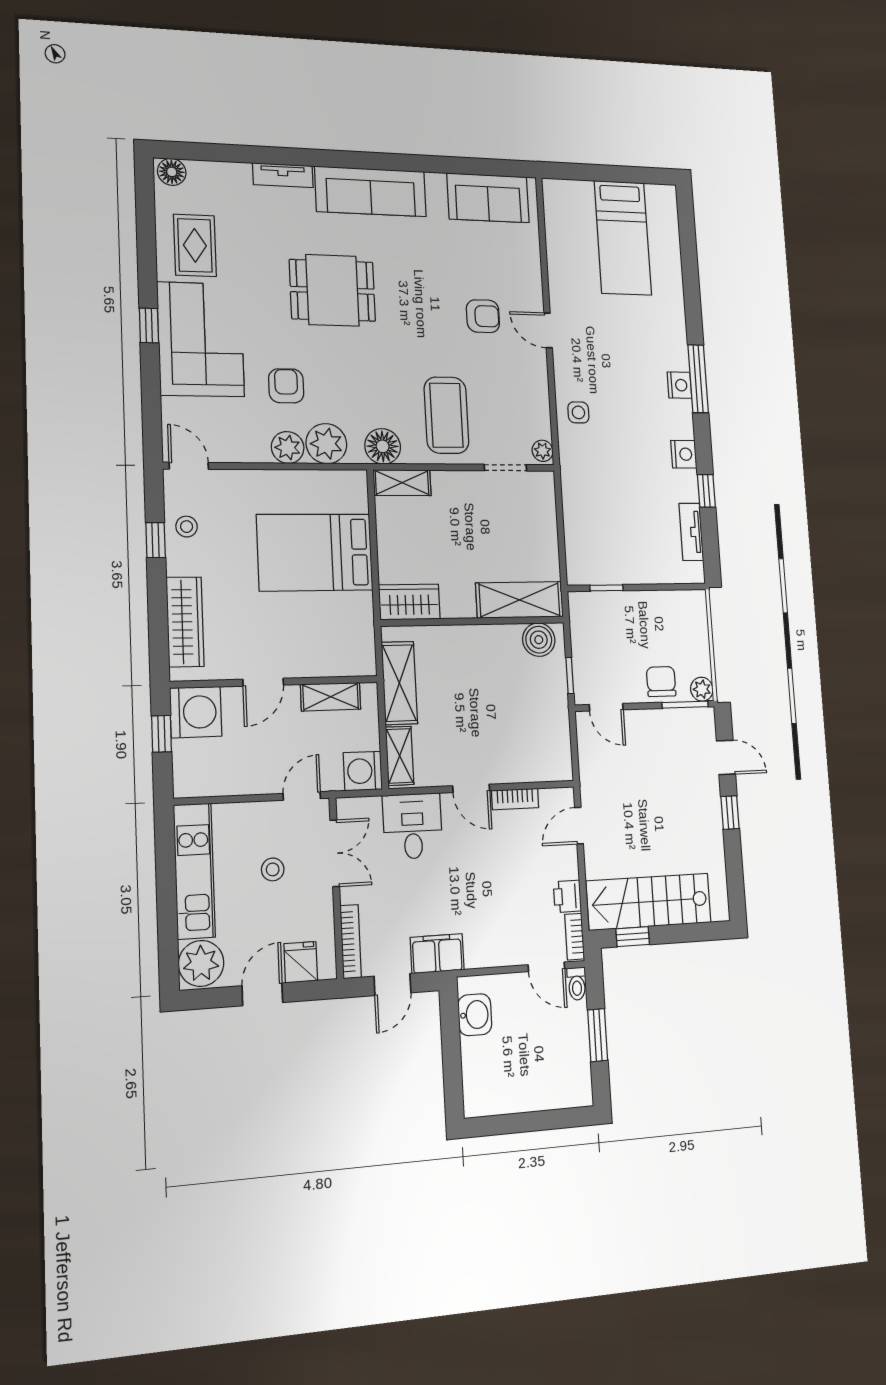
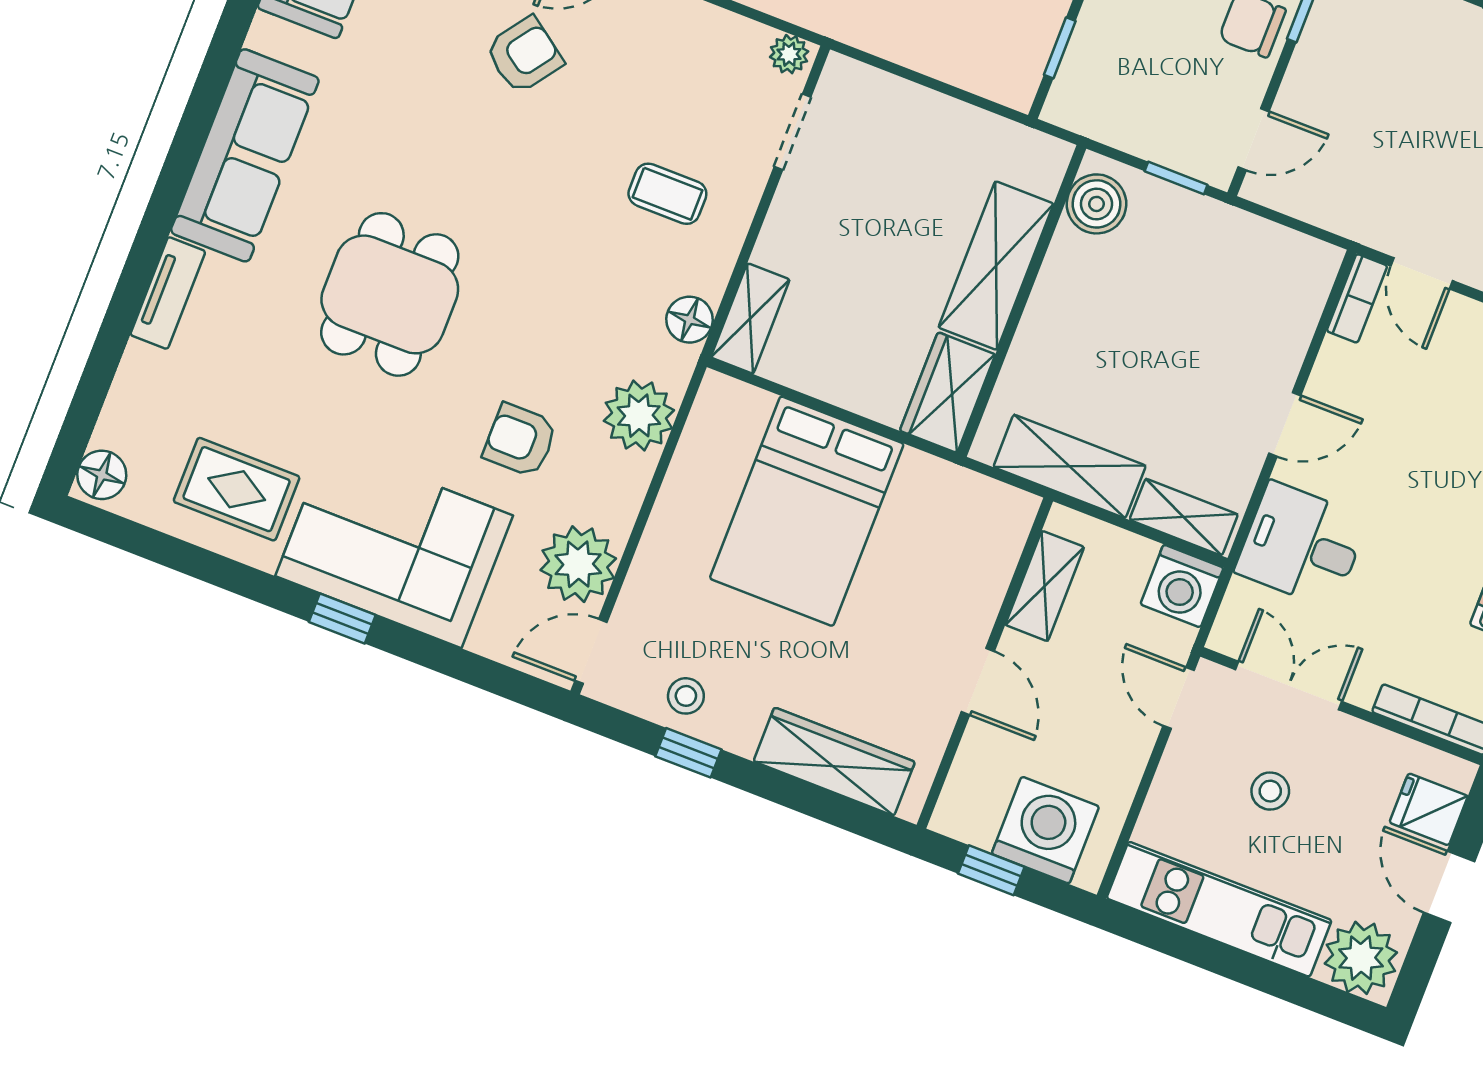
armchair: (483, 316) -> (524, 55), turned 36
coffee table: (446, 415) -> (667, 194), width x0.54, depth x0.58
floor lamp: (383, 446) -> (690, 320), width x0.73, depth x0.73
plant: (288, 447) -> (578, 564), moved, width x1.36, depth x1.36
shelving: (520, 600) -> (996, 266), moved
washing machine: (196, 712) -> (1045, 830), moved
bookcase: (515, 799) -> (1357, 298), moved

